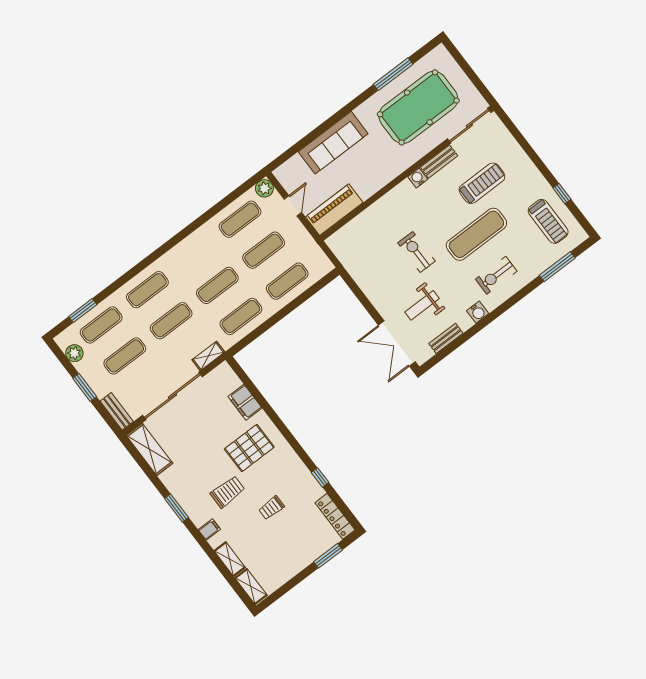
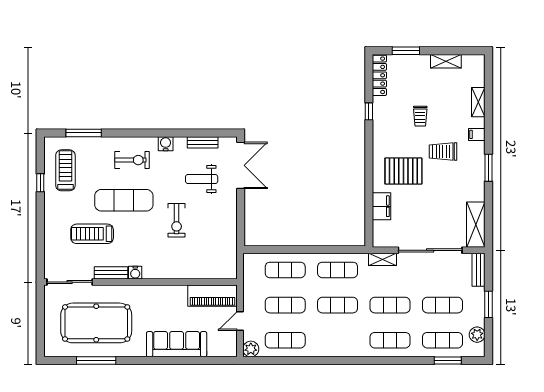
weight bench: (422, 305) -> (202, 179), turned 180
trolley: (271, 508) -> (420, 116), turned 90
shelving: (251, 586) -> (446, 61), moved, turned 90

